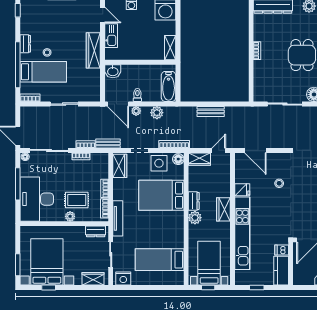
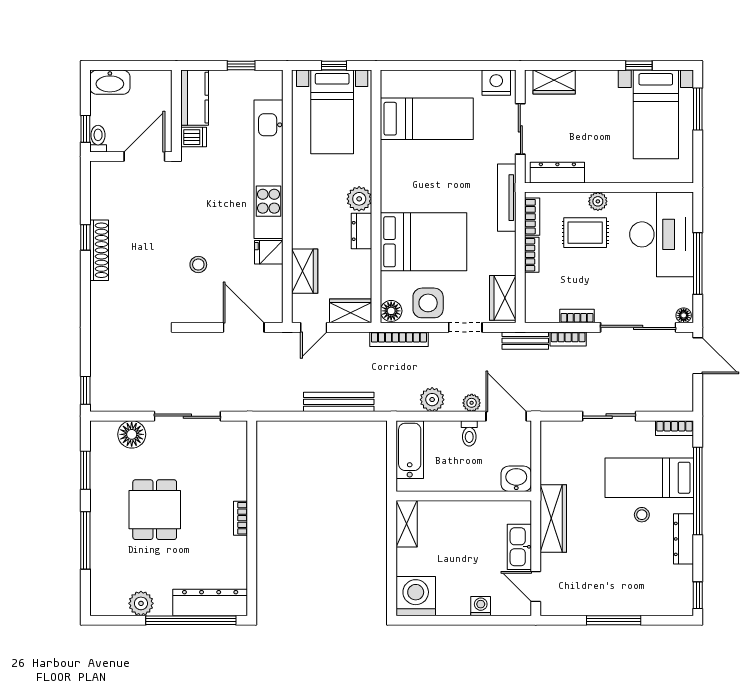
dresser: (25, 44) -> (683, 539), width x1.44
bench: (211, 111) -> (339, 402), width x1.36
wardrobe: (223, 209) -> (305, 271), moved
dresser: (96, 231) -> (557, 173), width x1.44
bed with nightstands: (47, 262) -> (656, 114), width x0.73

